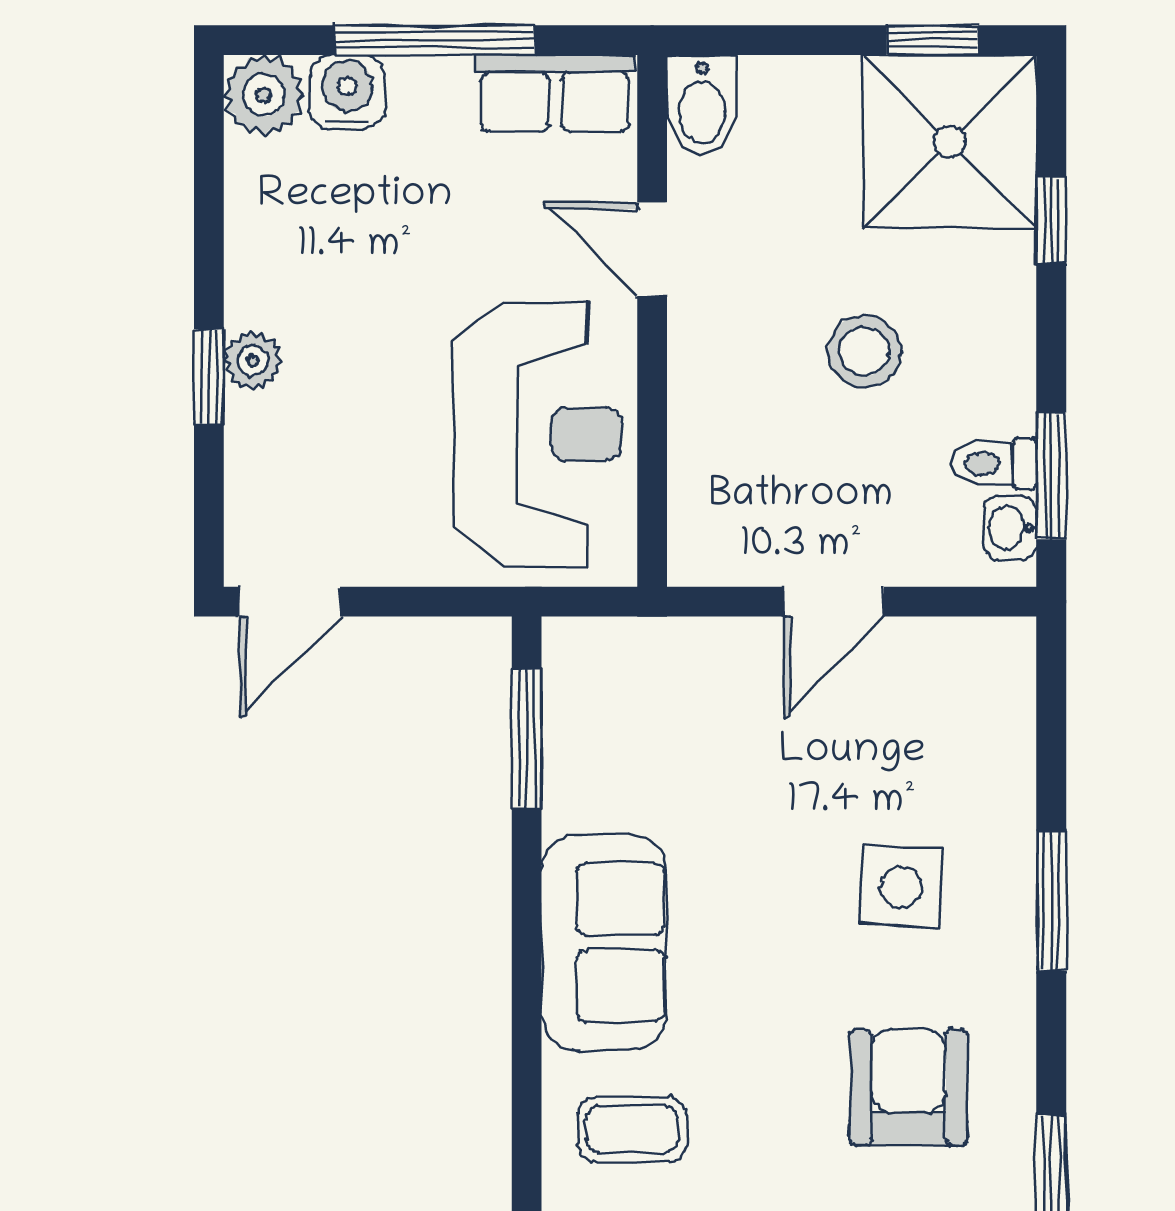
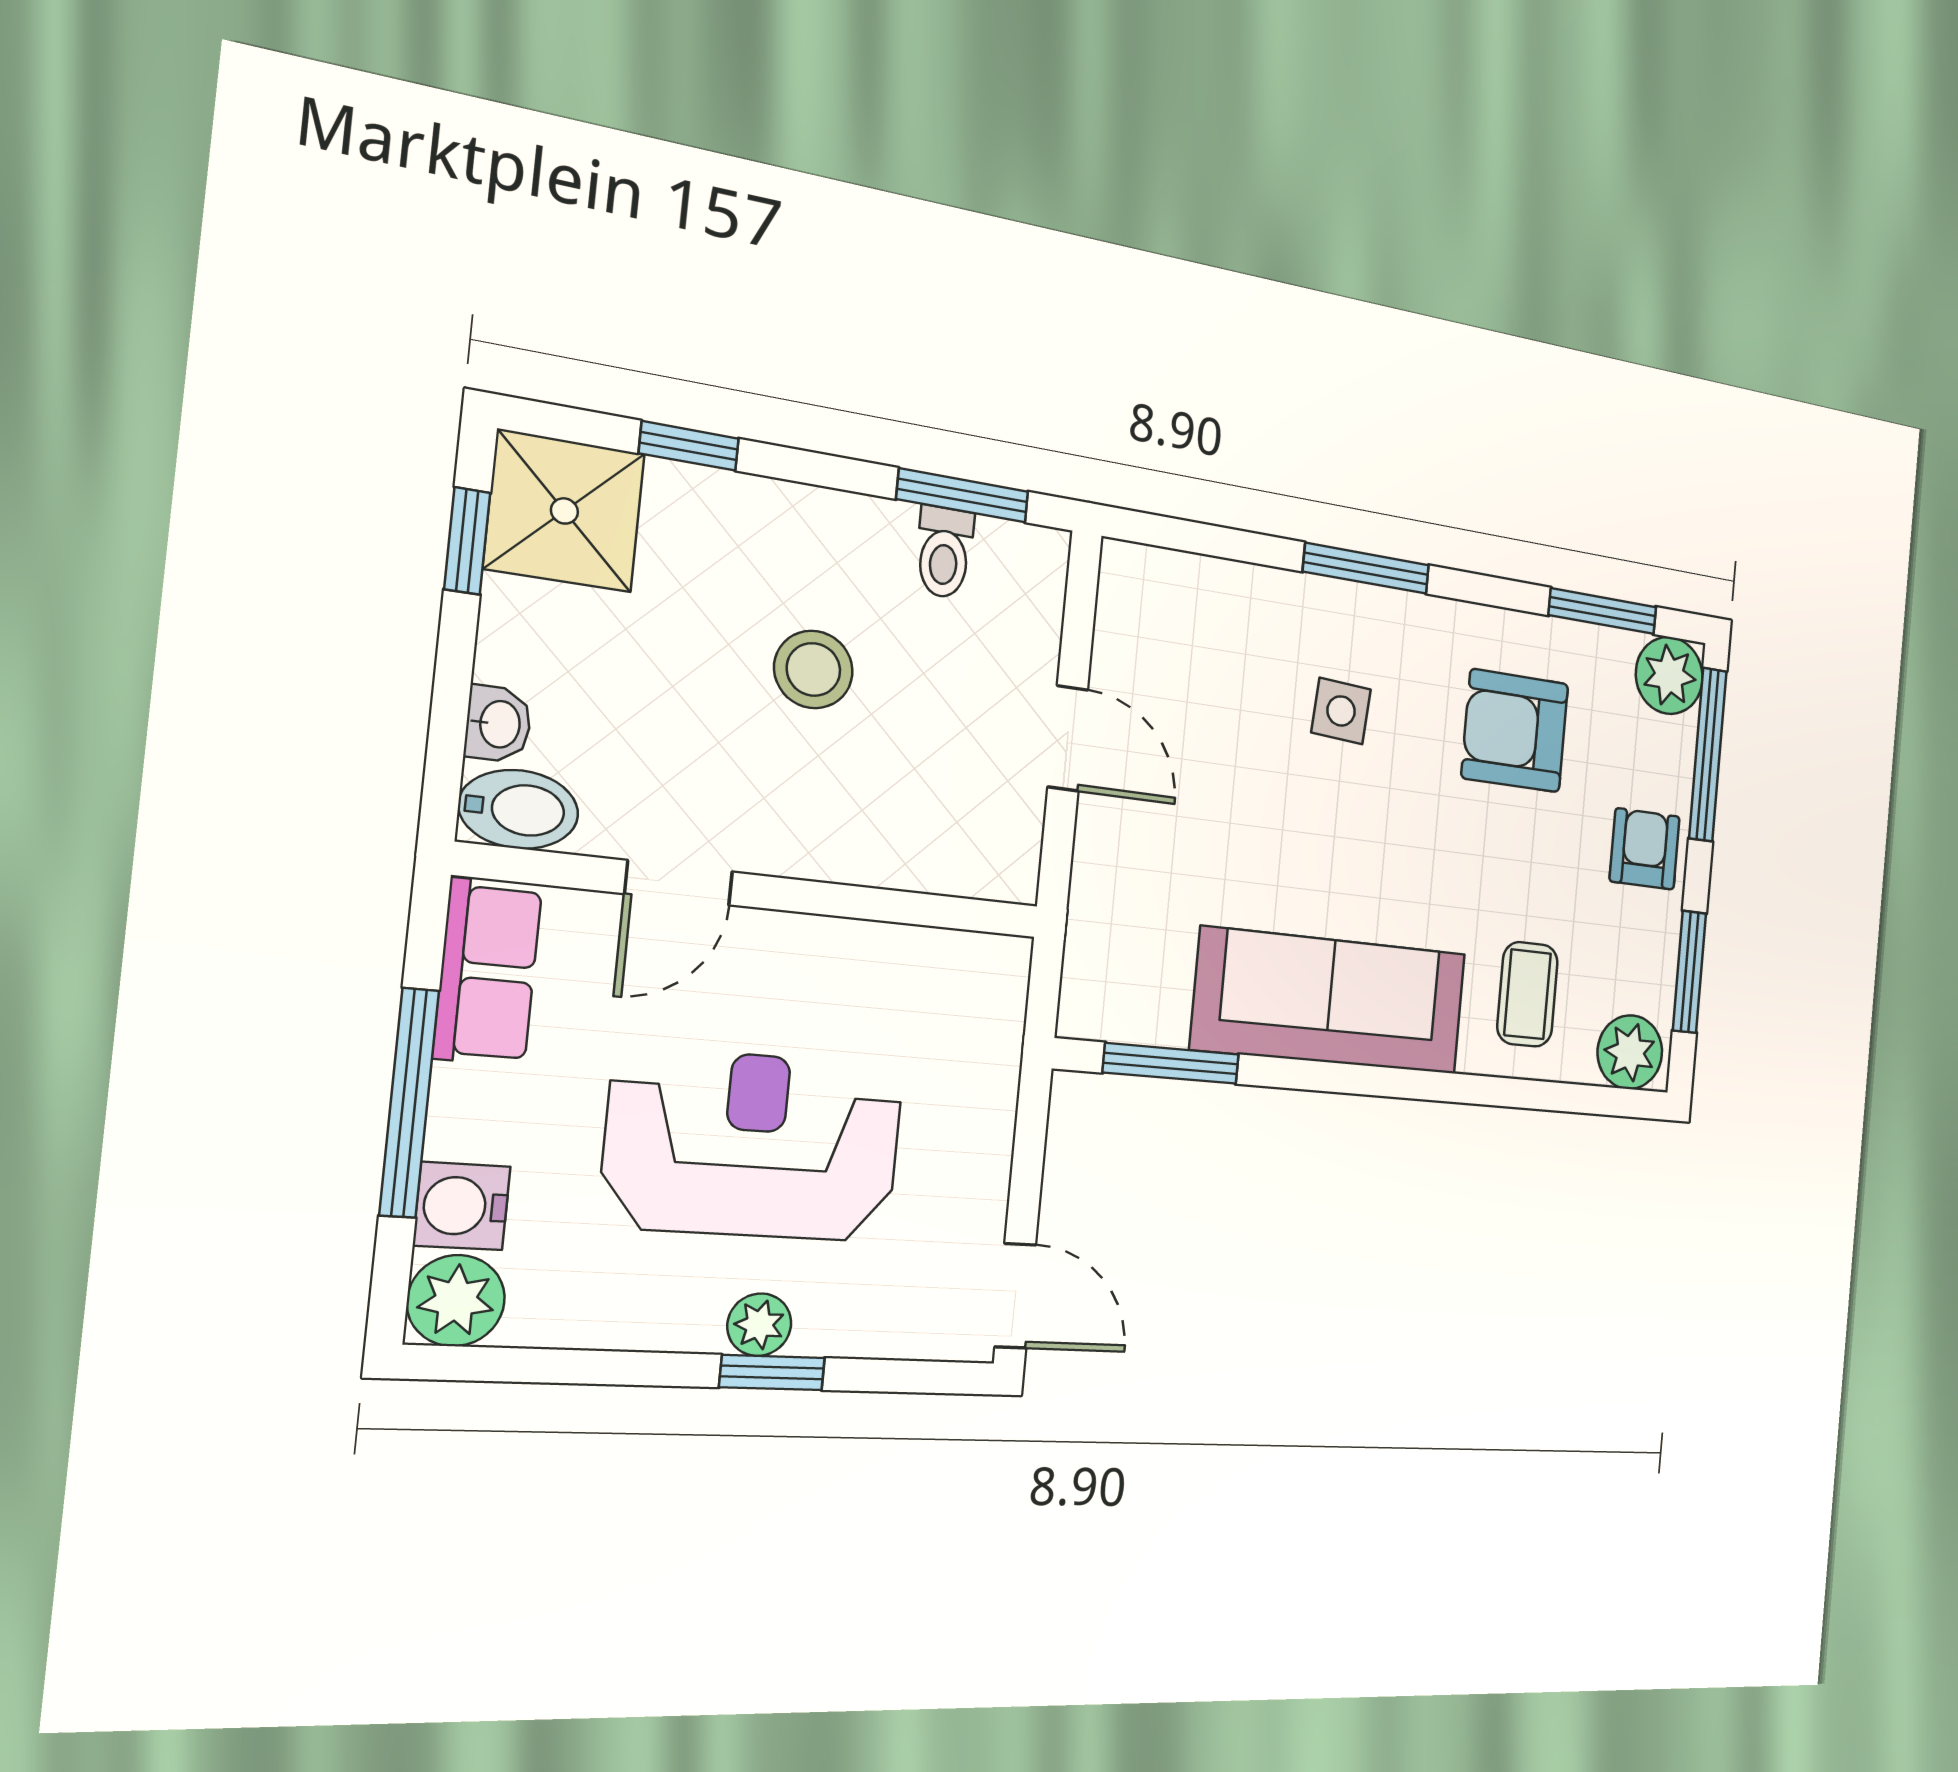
shower: (950, 141) -> (564, 511), width x0.73, depth x0.73
reception desk: (538, 434) -> (753, 1145), moved
washbasin: (1010, 528) -> (498, 724), moved, turned -90
side table: (901, 887) -> (1341, 711), width x0.73, depth x0.73
sofa: (604, 942) -> (1330, 1001), width x1.36

